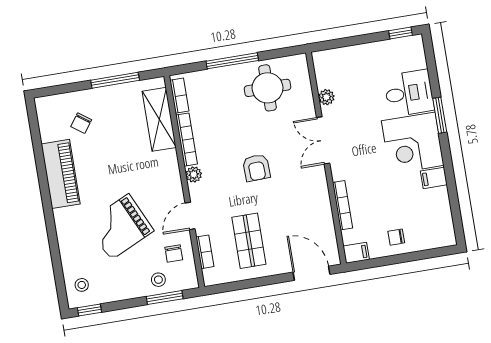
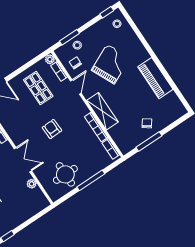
shelving: (159, 119) -> (102, 111), moved
chair: (81, 123) -> (147, 123), moved
plant: (194, 174) -> (50, 59), moved

